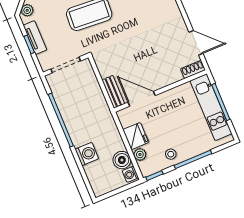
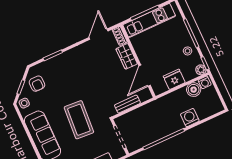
wardrobe: (167, 77) -> (127, 56), added
bench: (113, 92) -> (127, 104), moved
plant: (140, 154) -> (201, 70), moved

